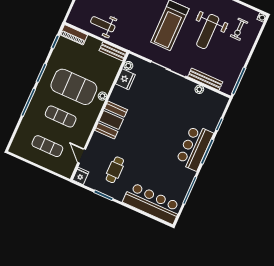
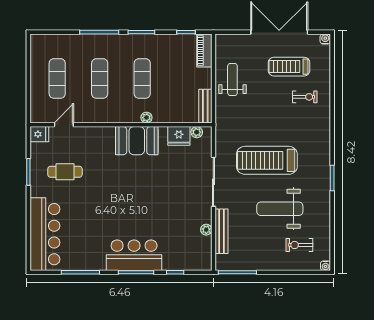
exercise mat: (74, 87) -> (142, 78), width x0.50, depth x0.69
booth: (111, 120) -> (137, 141), moved

